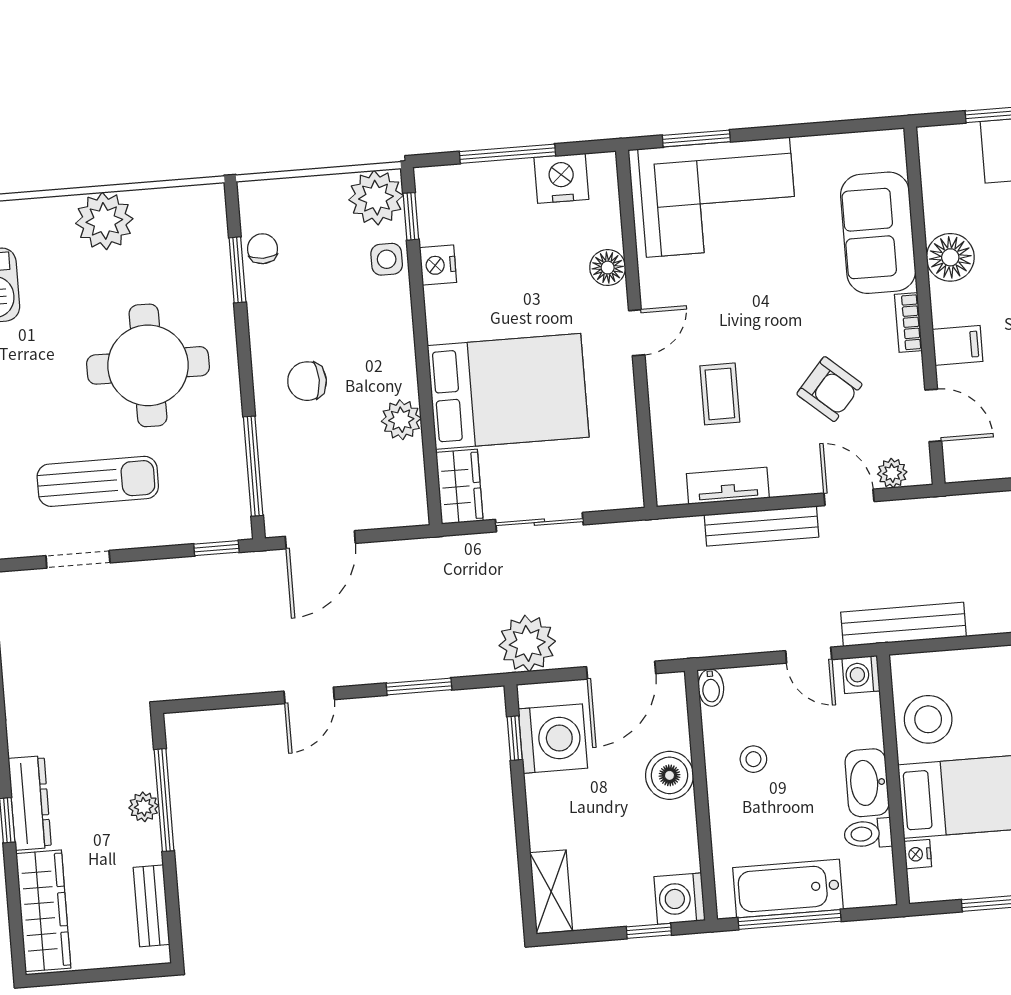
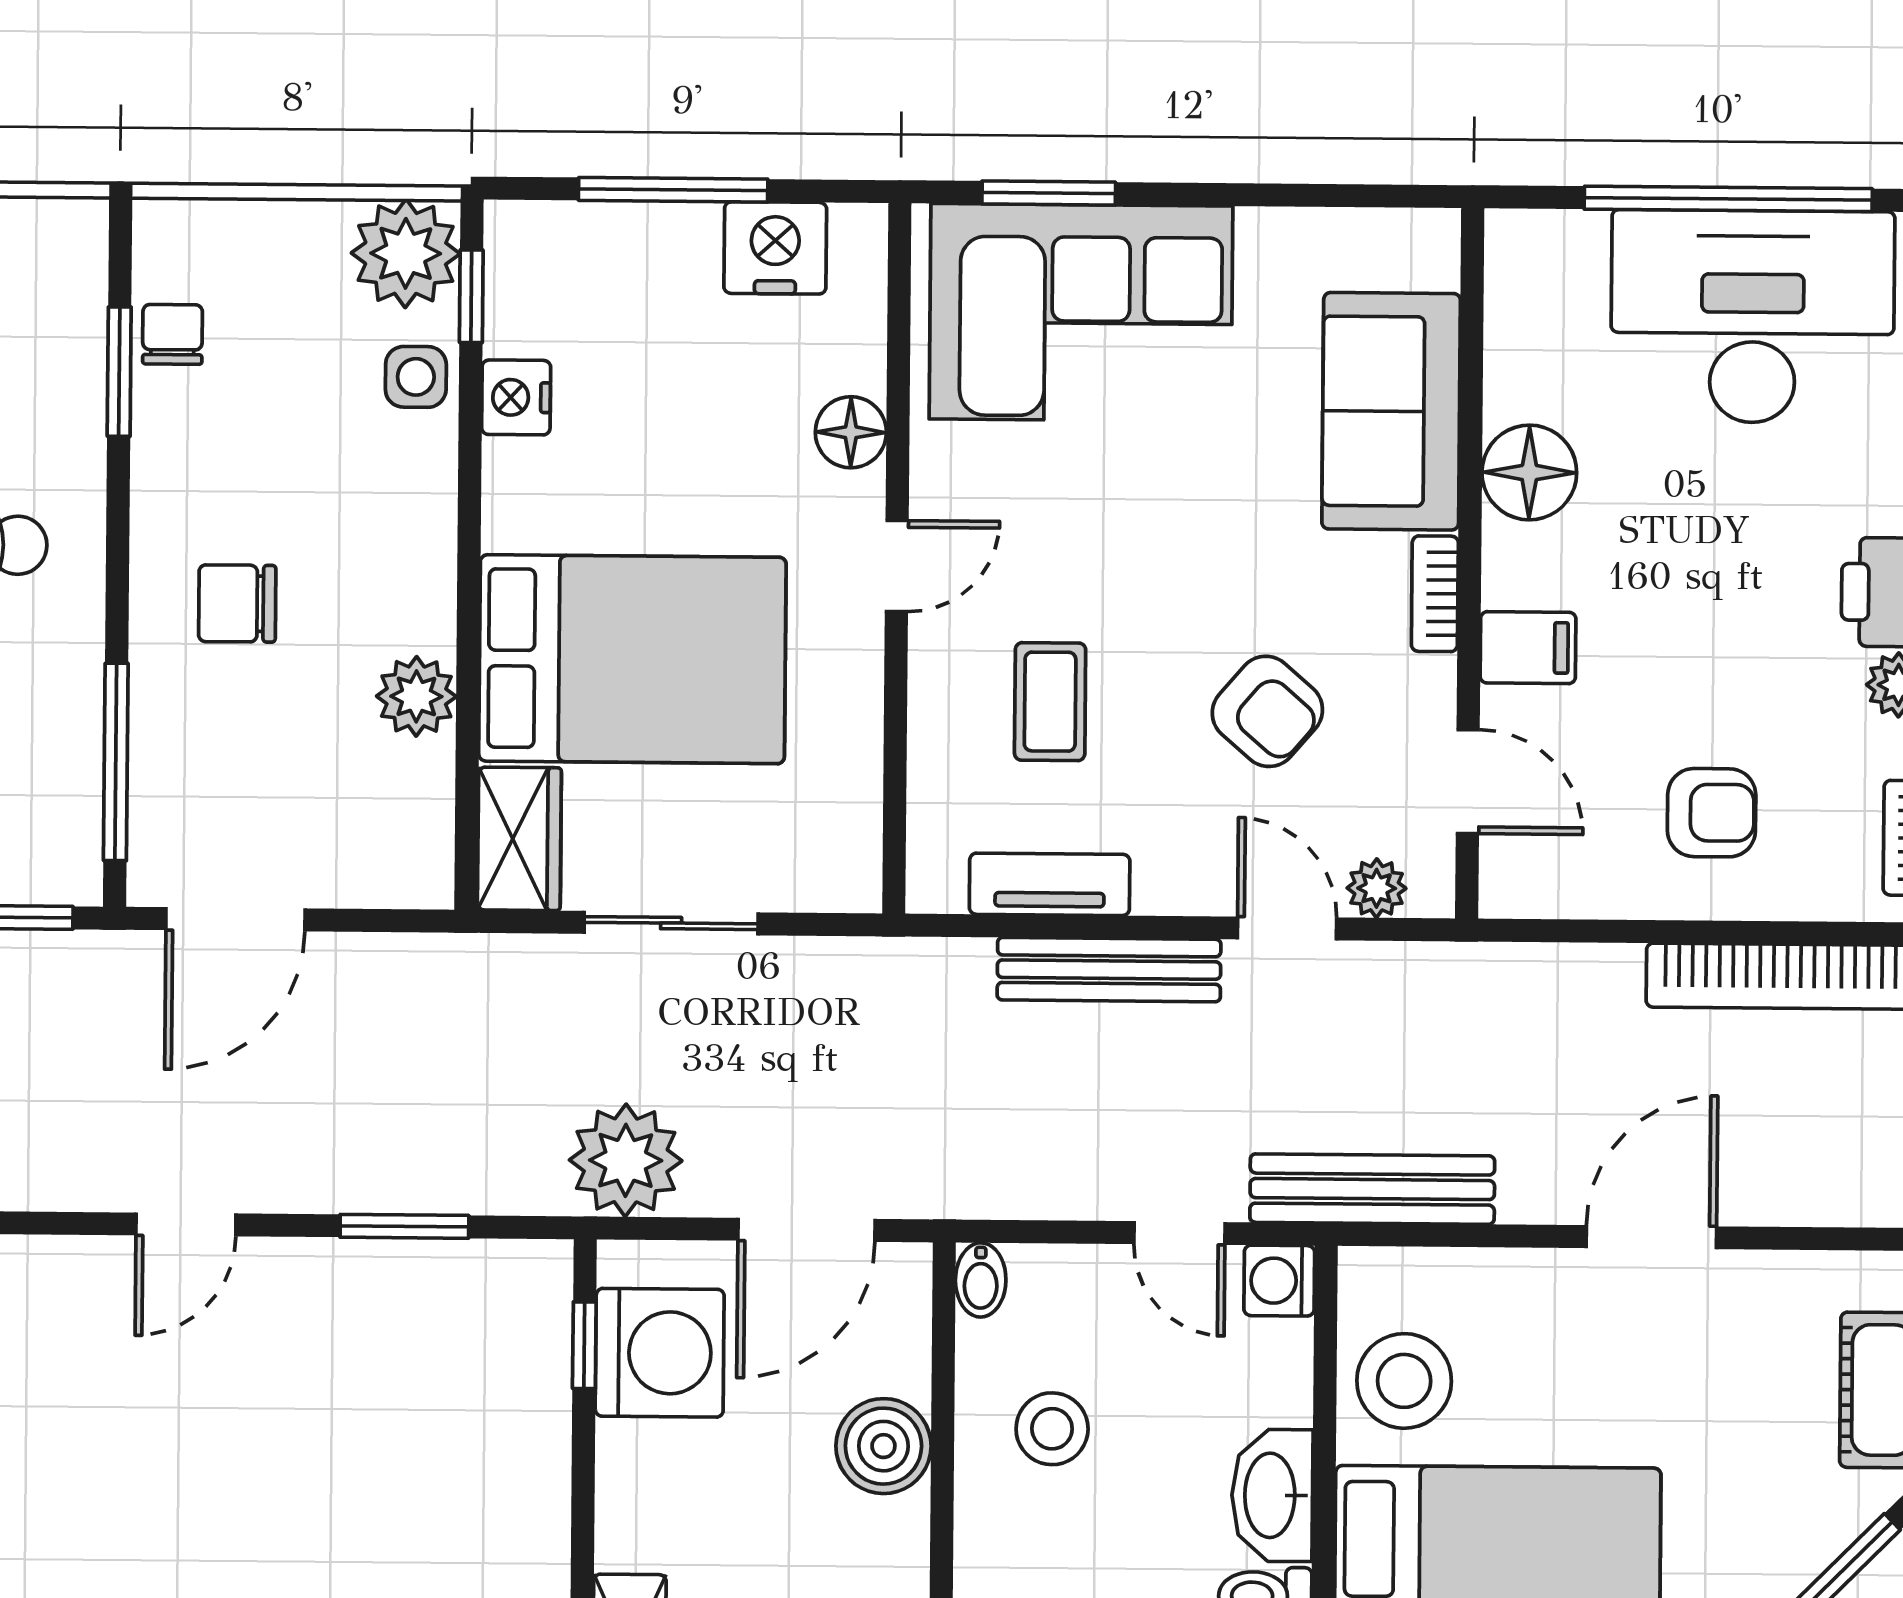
stool: (753, 759) -> (1052, 1429), width x1.37, depth x1.37

